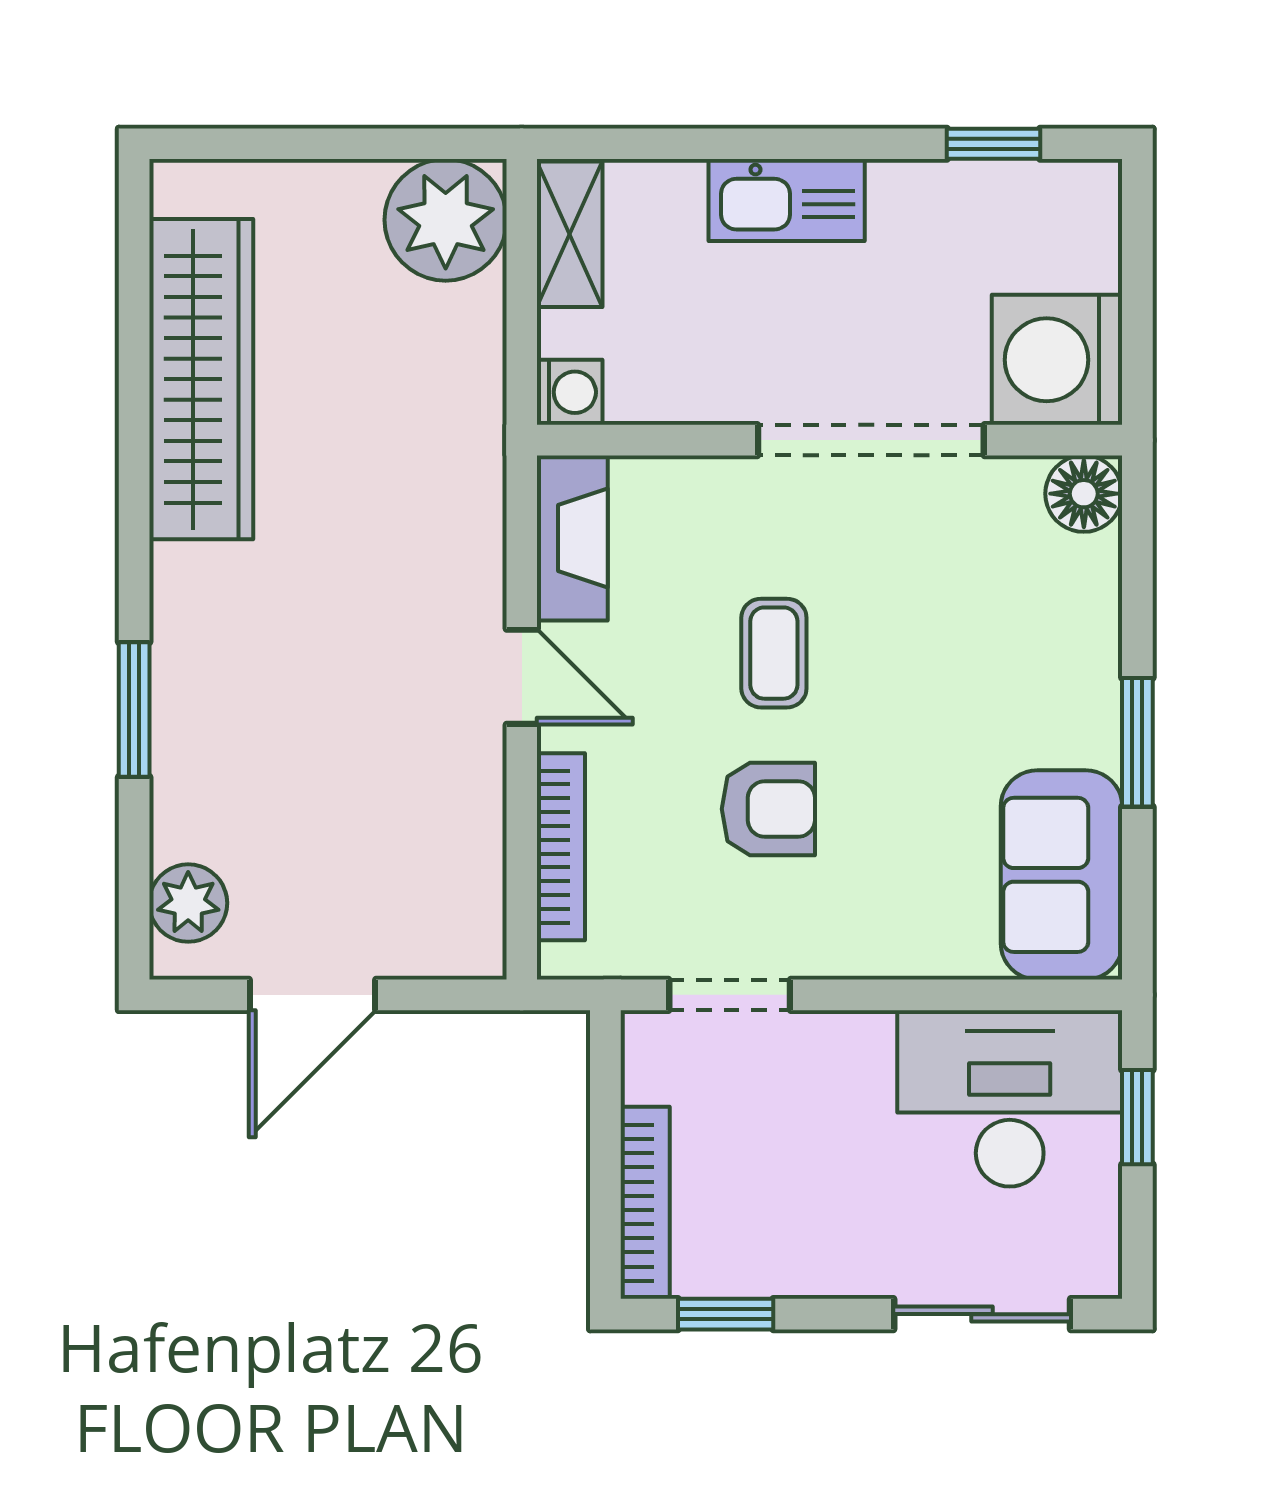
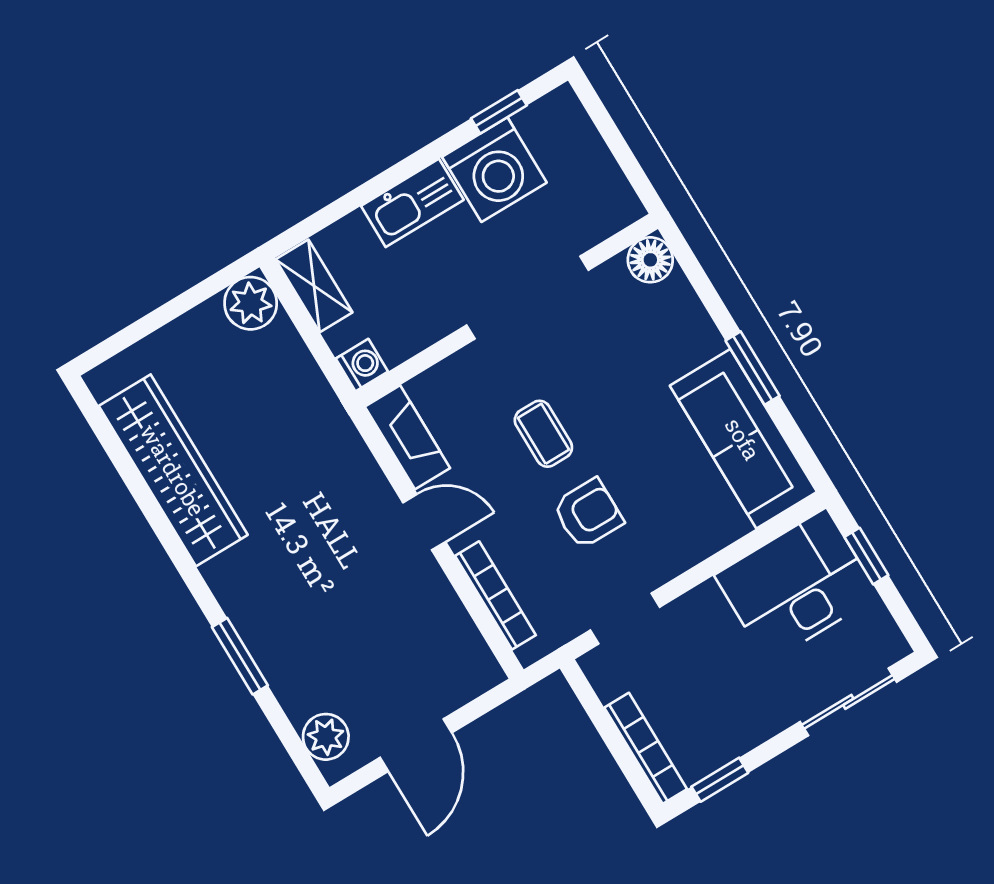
plant: (446, 220) -> (251, 303), width x0.73, depth x0.73
washing machine: (1057, 360) -> (494, 170), moved, turned -90
sofa: (1061, 875) -> (743, 439), width x1.36

